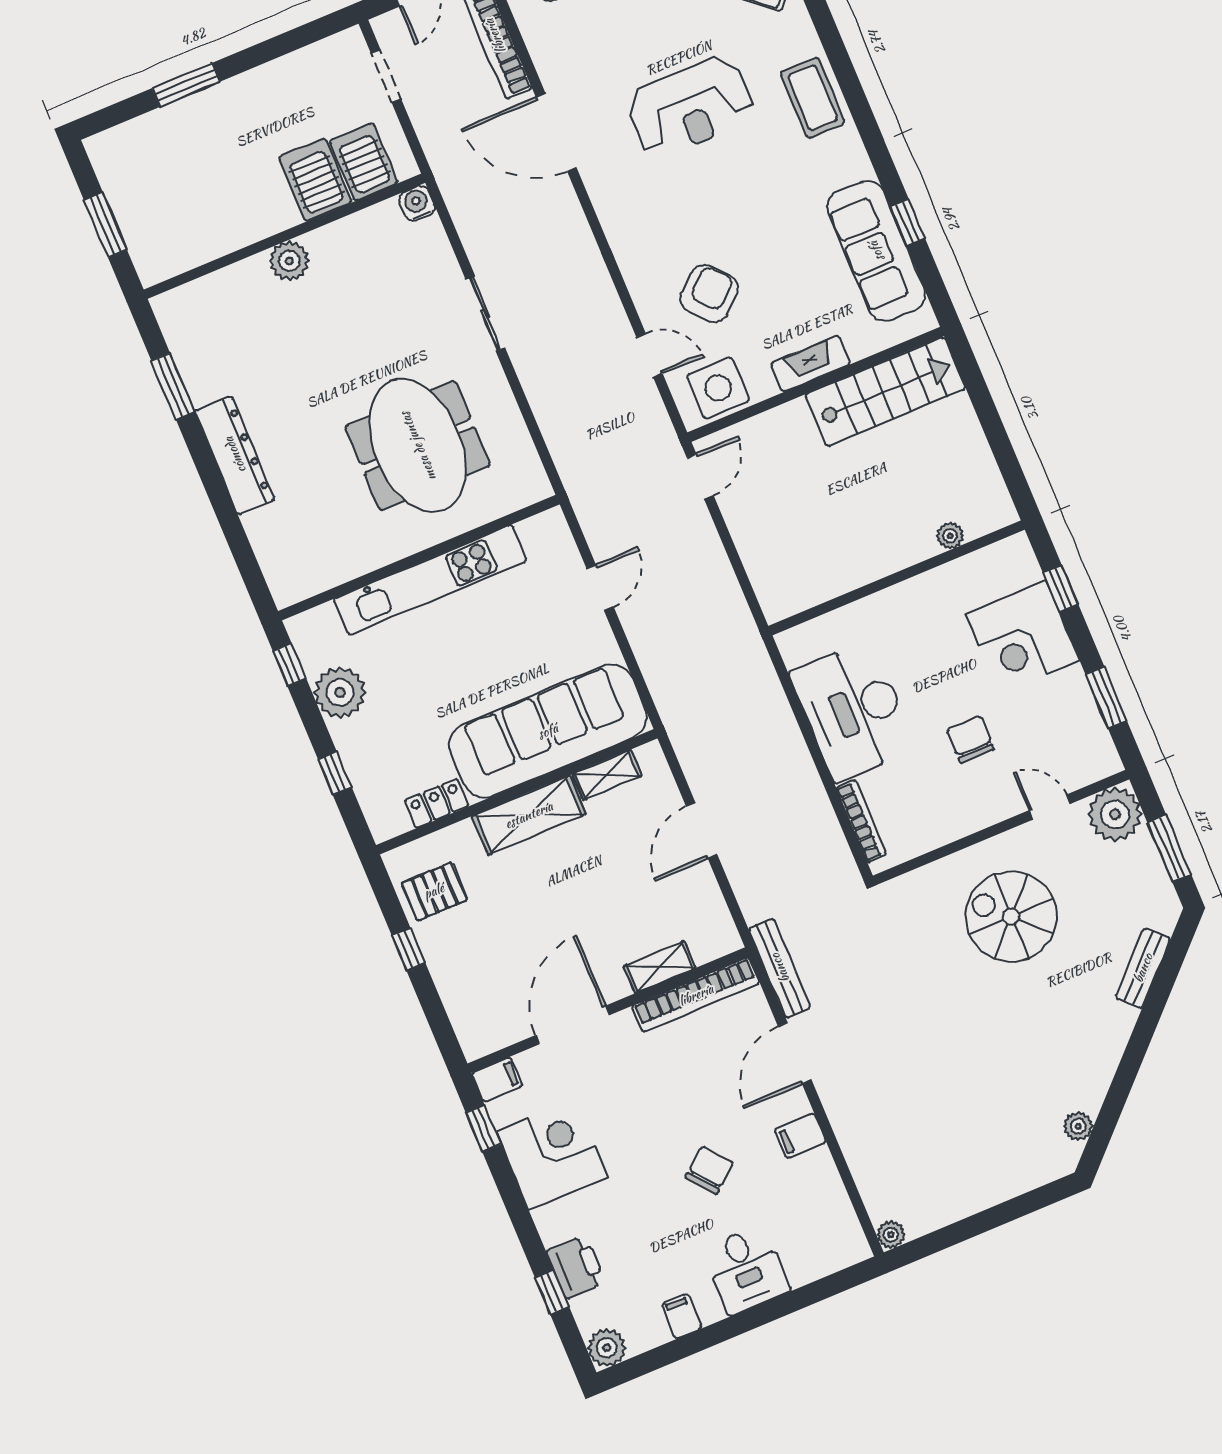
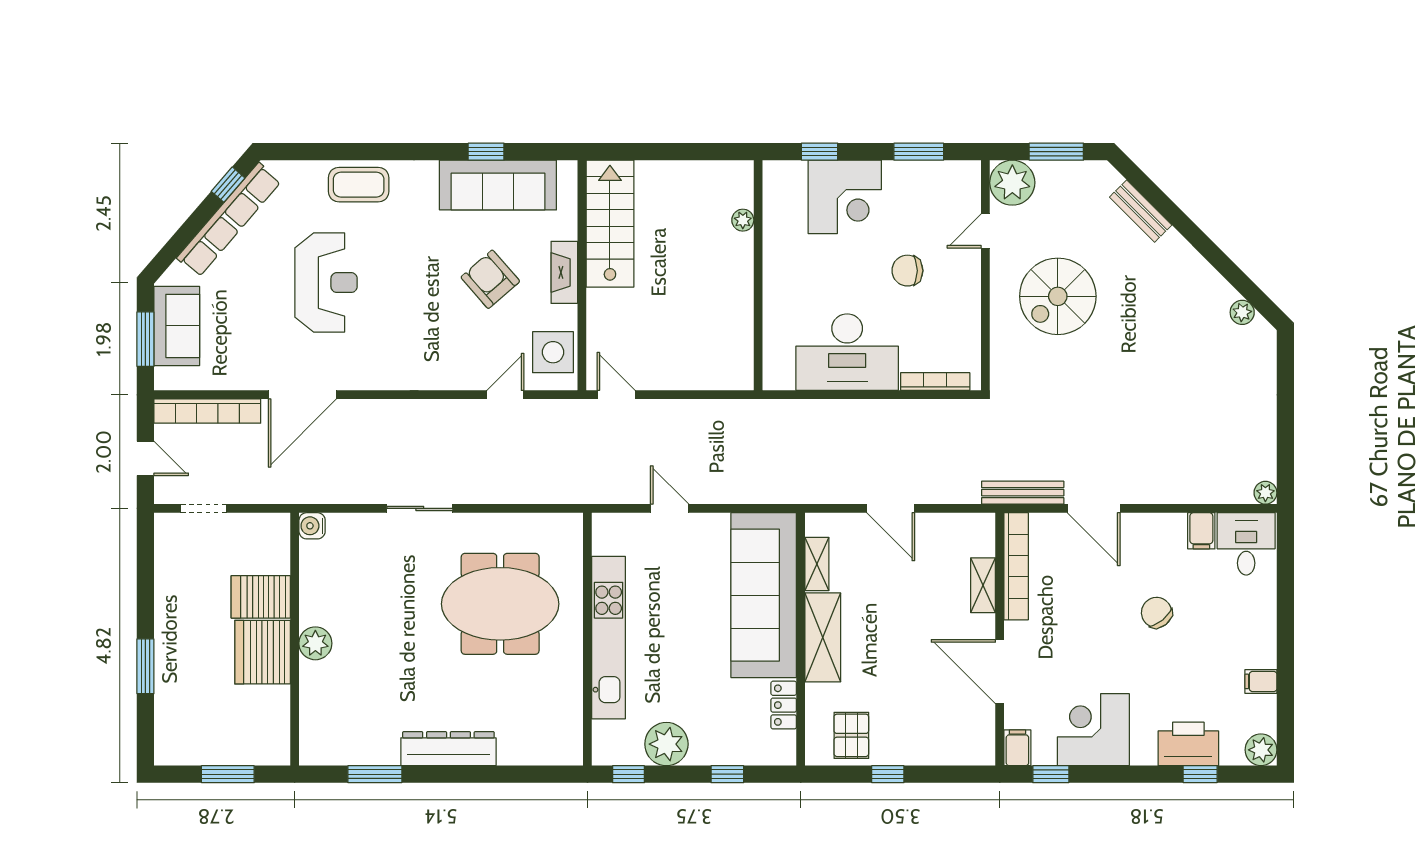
server rack: (364, 162) -> (263, 652), moved, width x1.60
armchair: (709, 294) -> (490, 279), moved
filing cabinet: (800, 1136) -> (1201, 531), moved
printer: (576, 1267) -> (1188, 744), width x1.37, depth x1.19
desk: (746, 1270) -> (1246, 544), moved, turned -90

